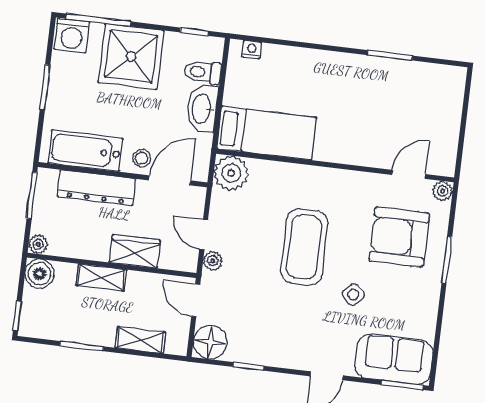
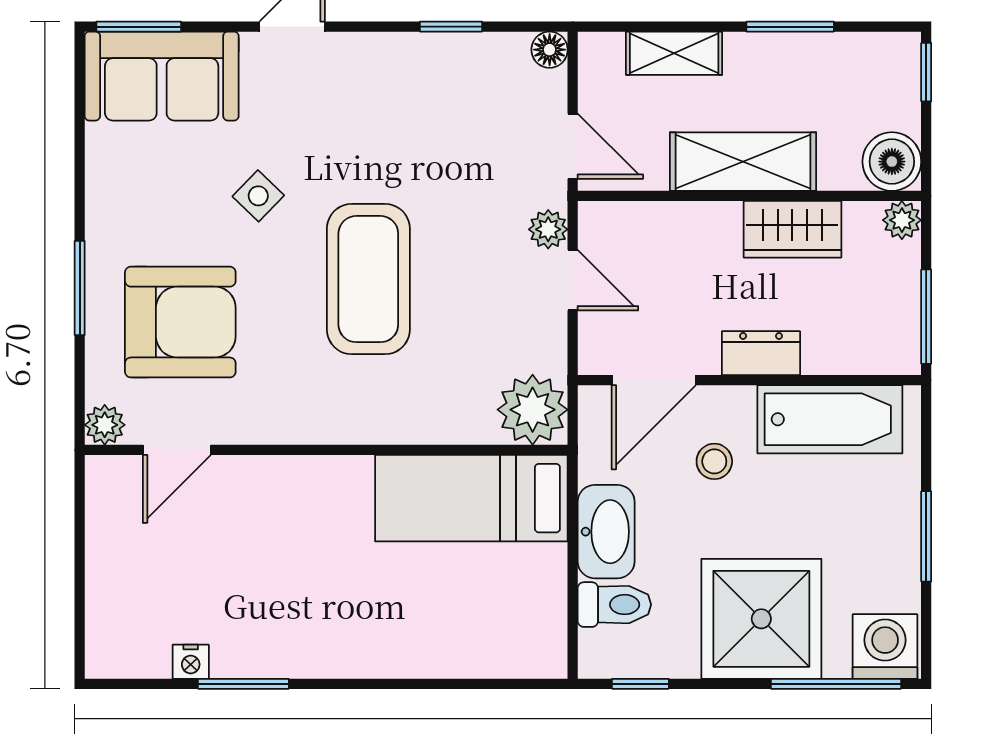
nightstand: (252, 50) -> (191, 662), moved
stool: (142, 158) -> (714, 461), moved
dresser: (97, 188) -> (761, 353), width x0.51, depth x0.80
wardrobe: (135, 251) -> (792, 229), moved
shelving: (101, 277) -> (743, 162), width x1.50, depth x1.33
floor lamp: (210, 342) -> (550, 50), width x0.53, depth x0.53

